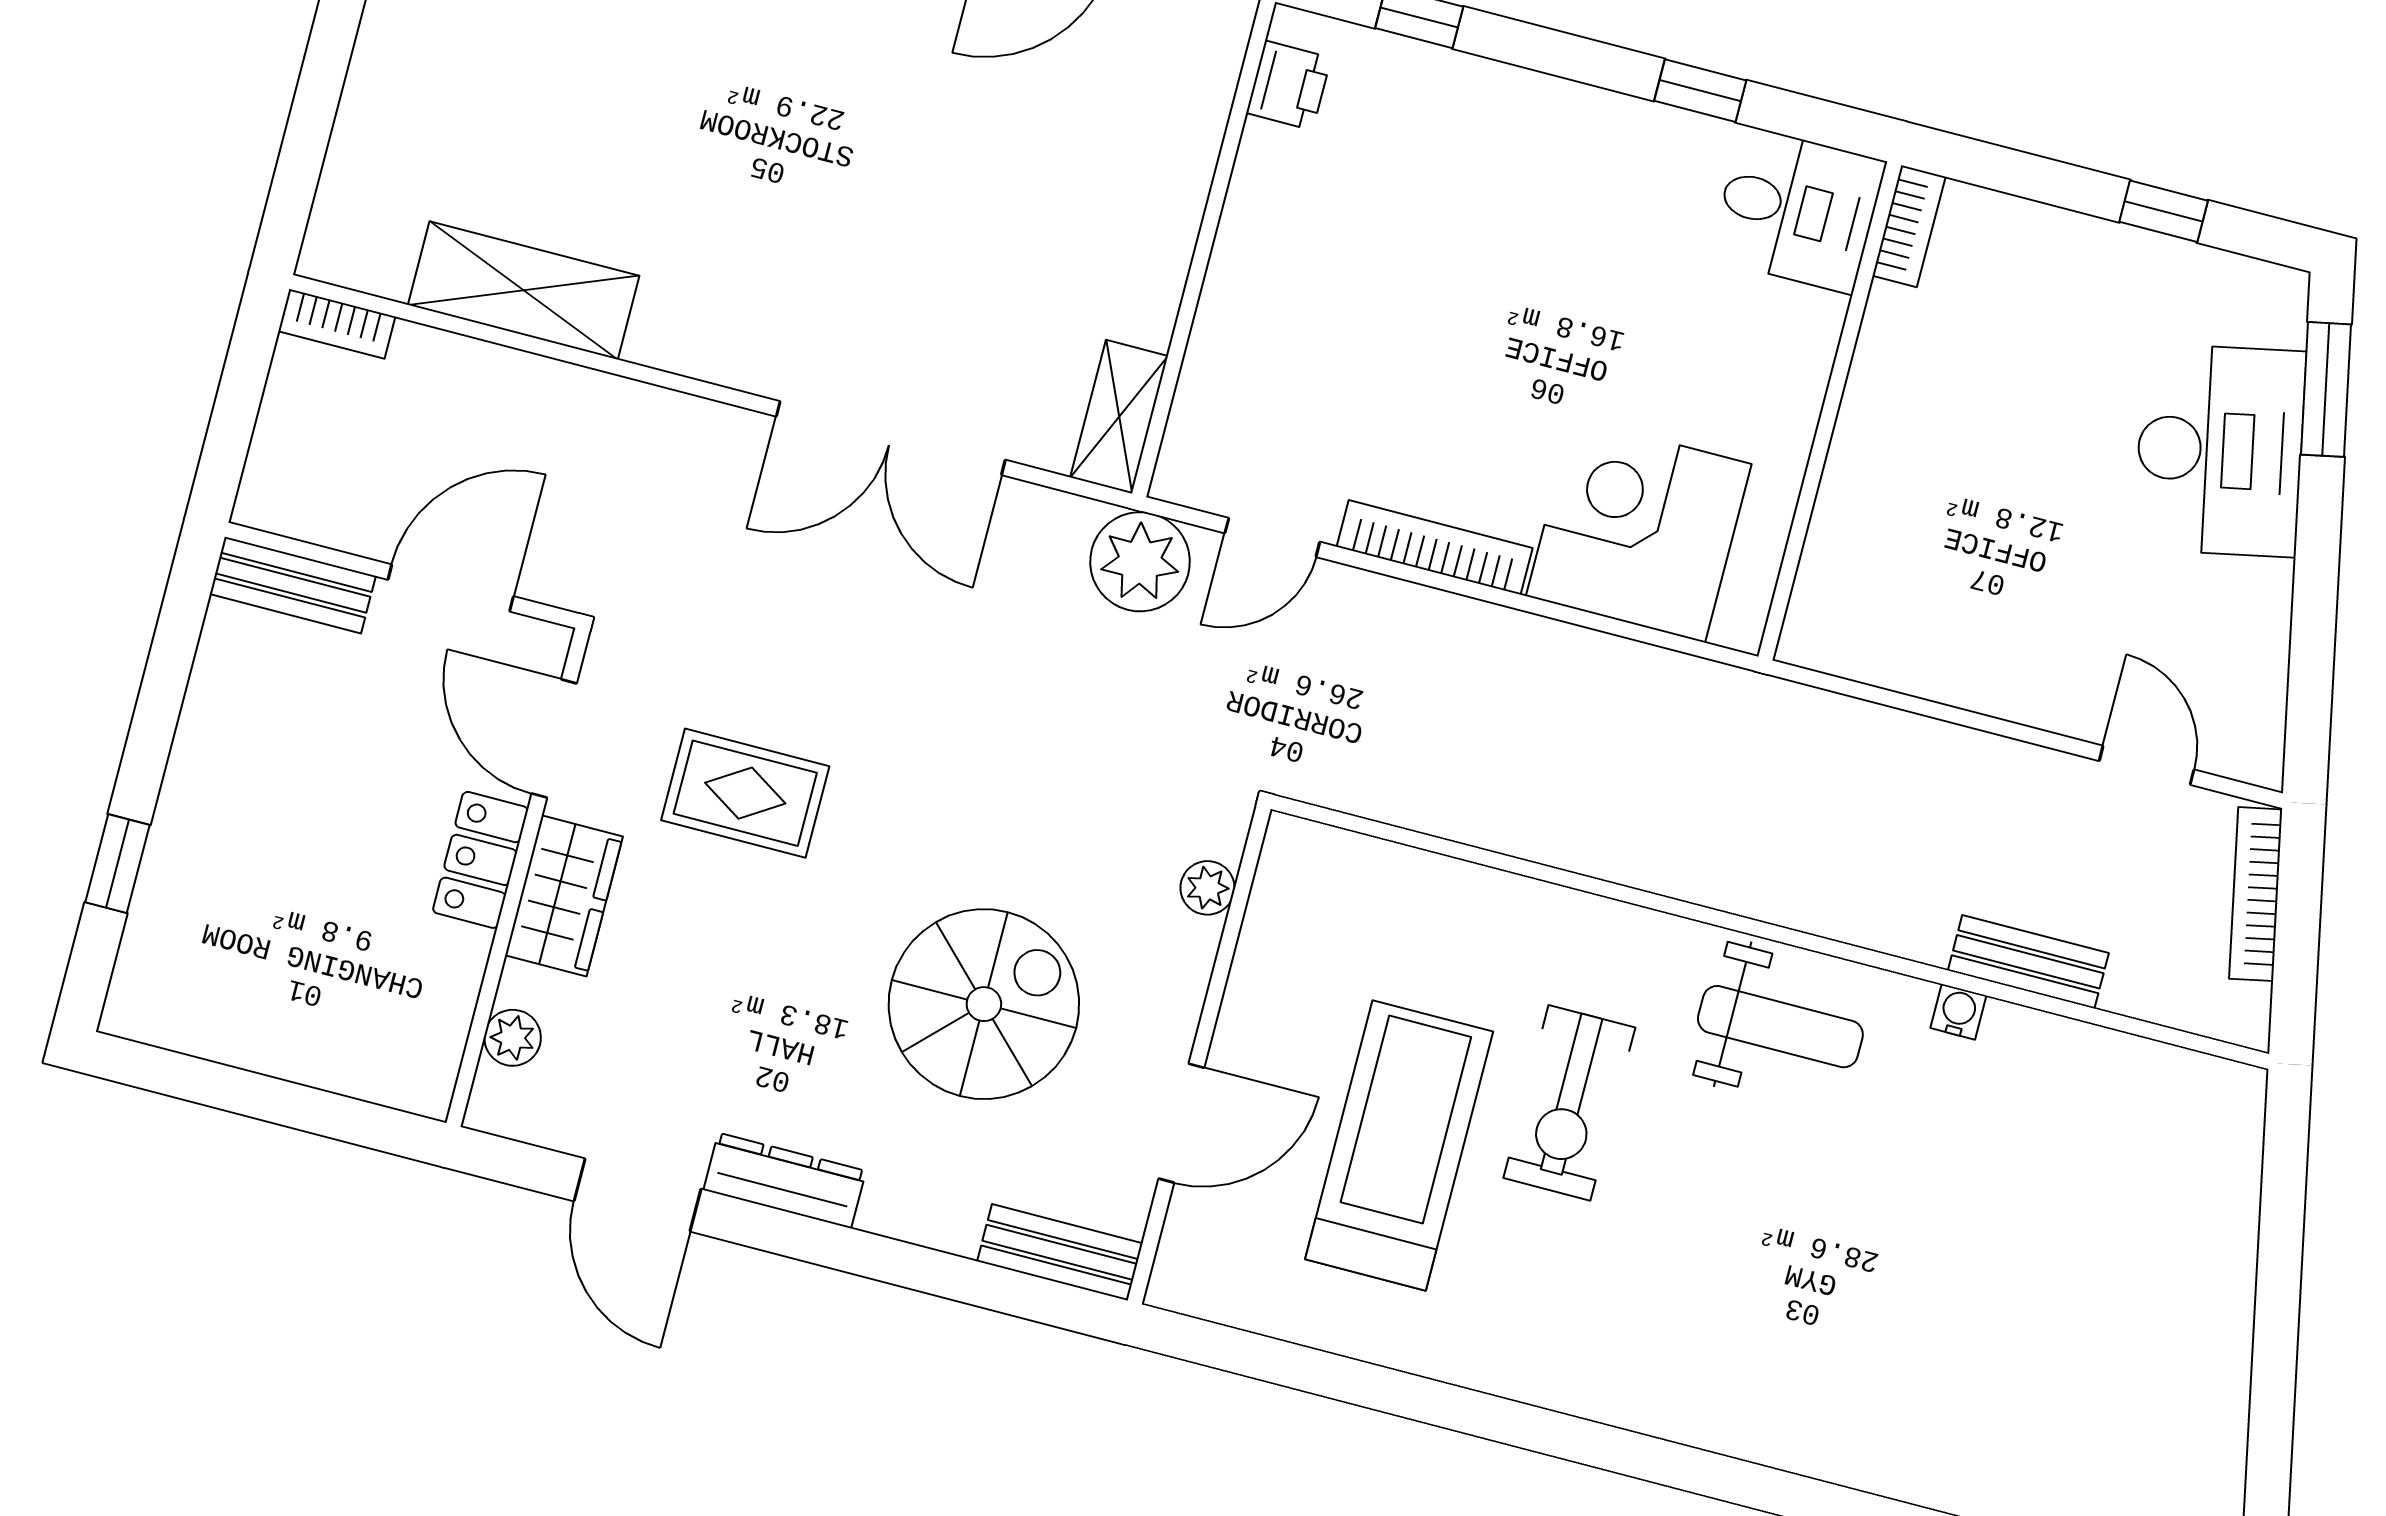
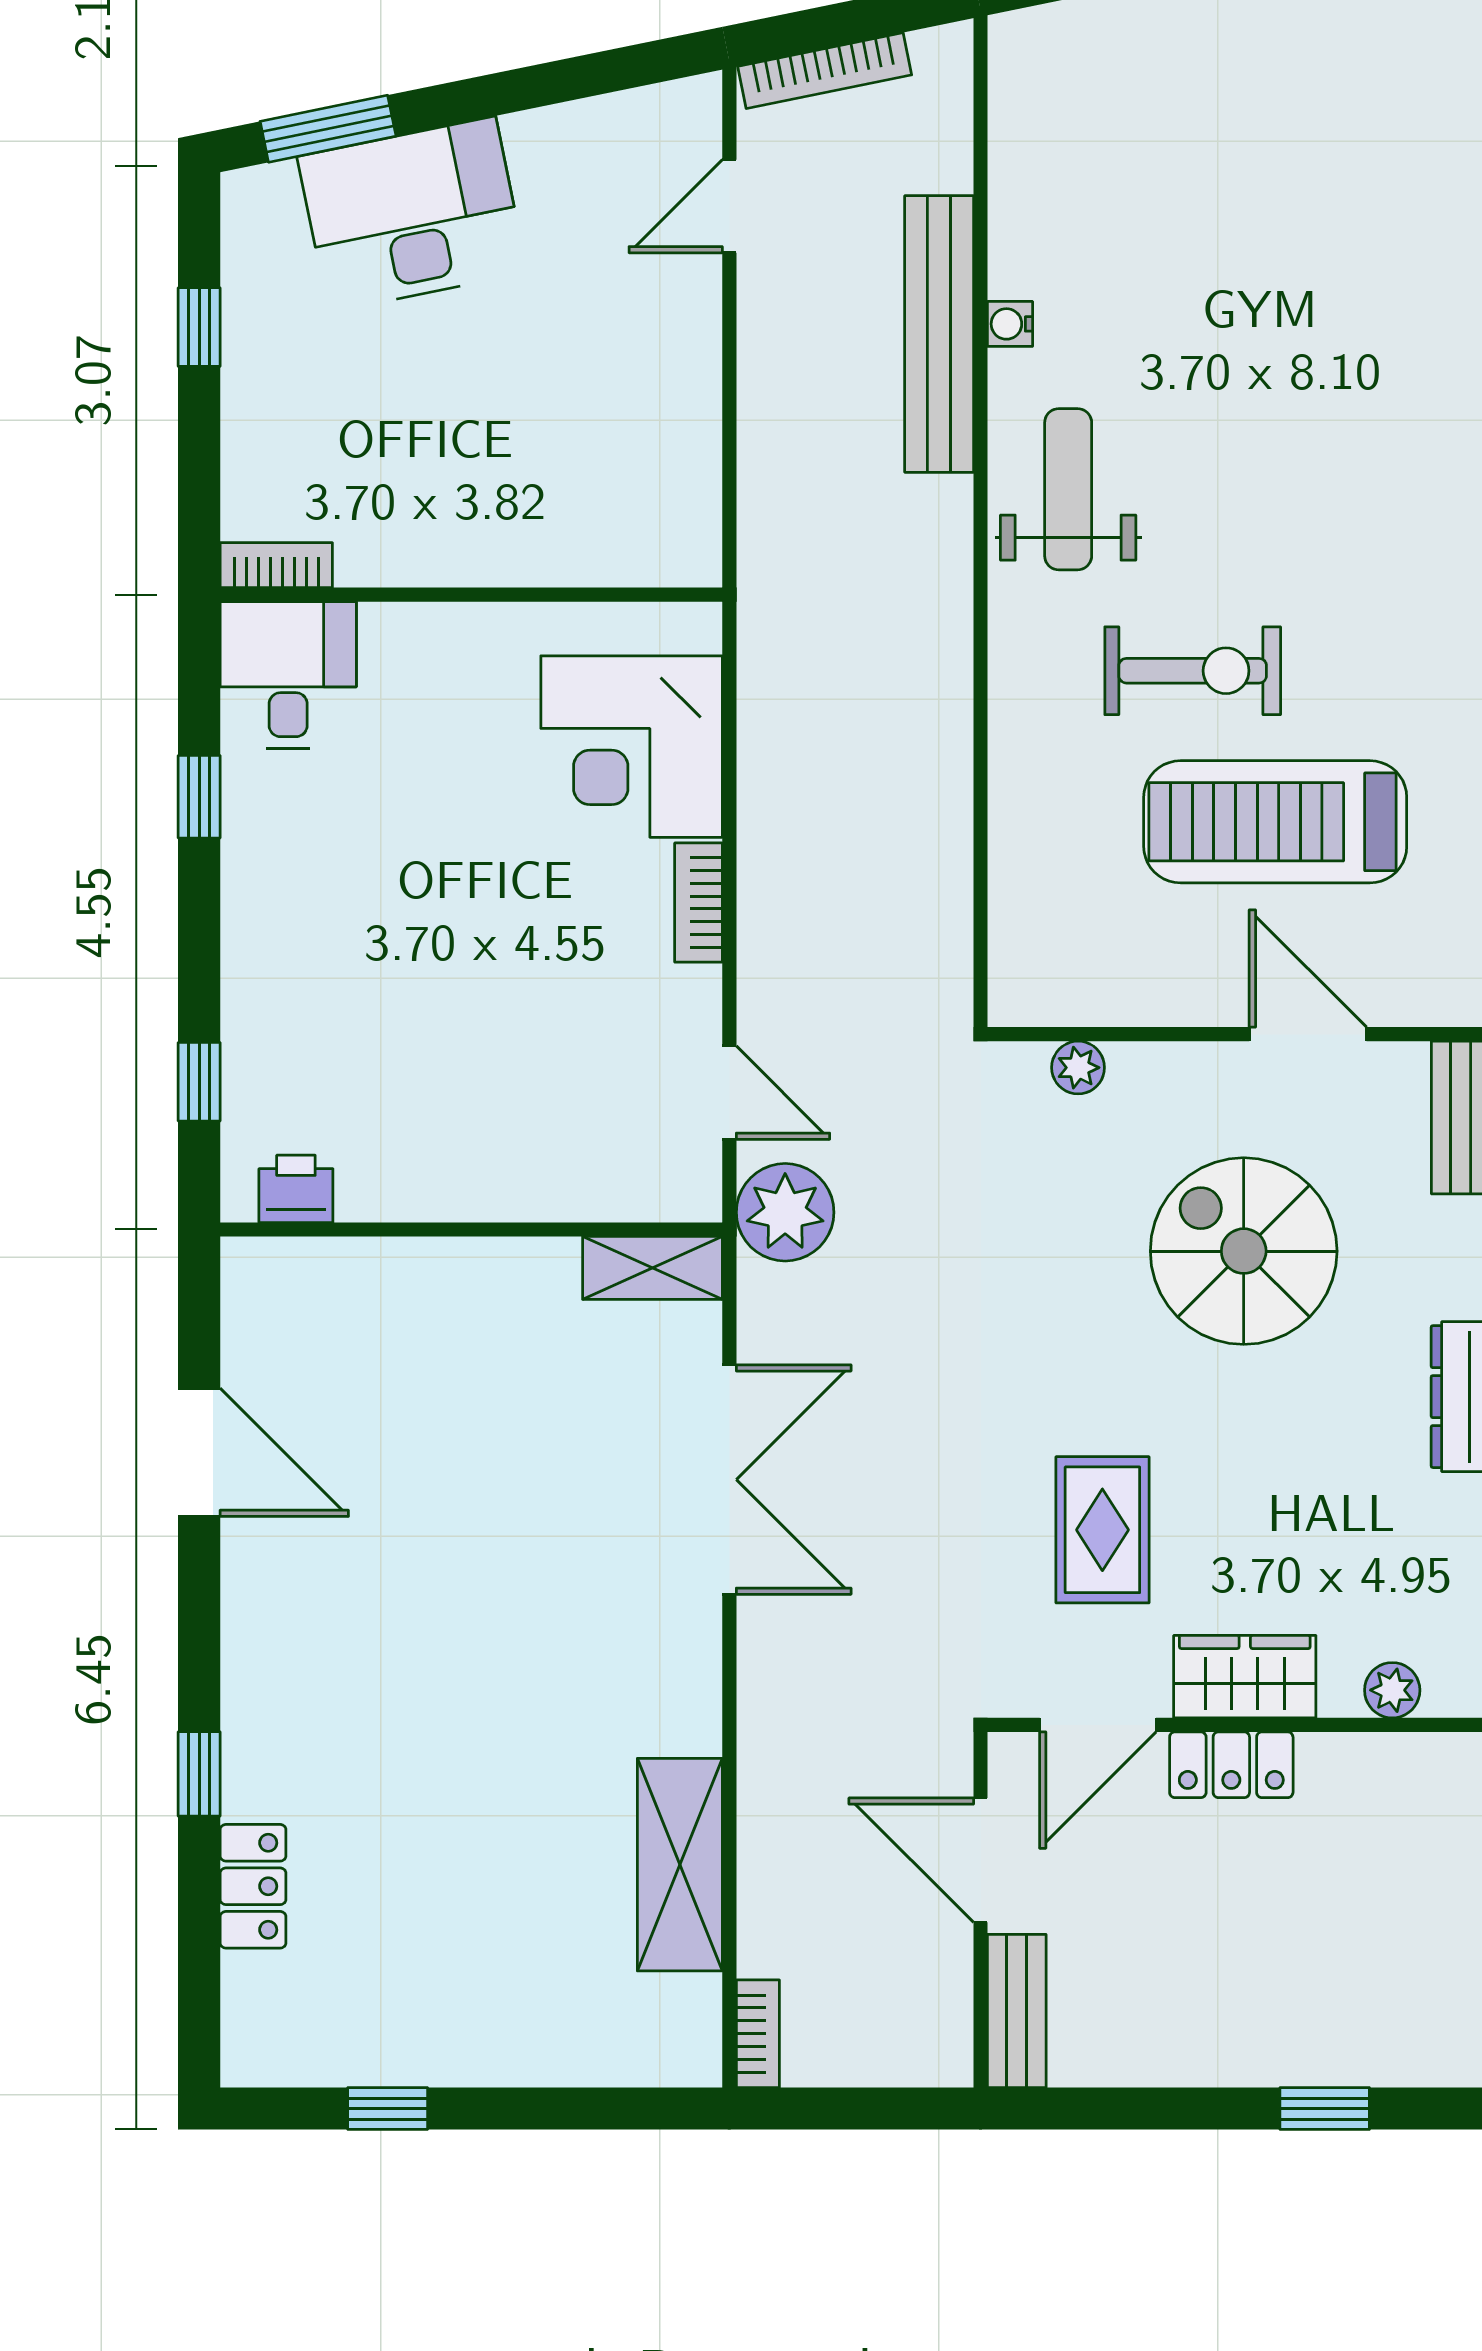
bookcase: (1435, 547) -> (699, 903), width x0.64
bench: (2028, 962) -> (939, 334), width x1.86, depth x1.21

